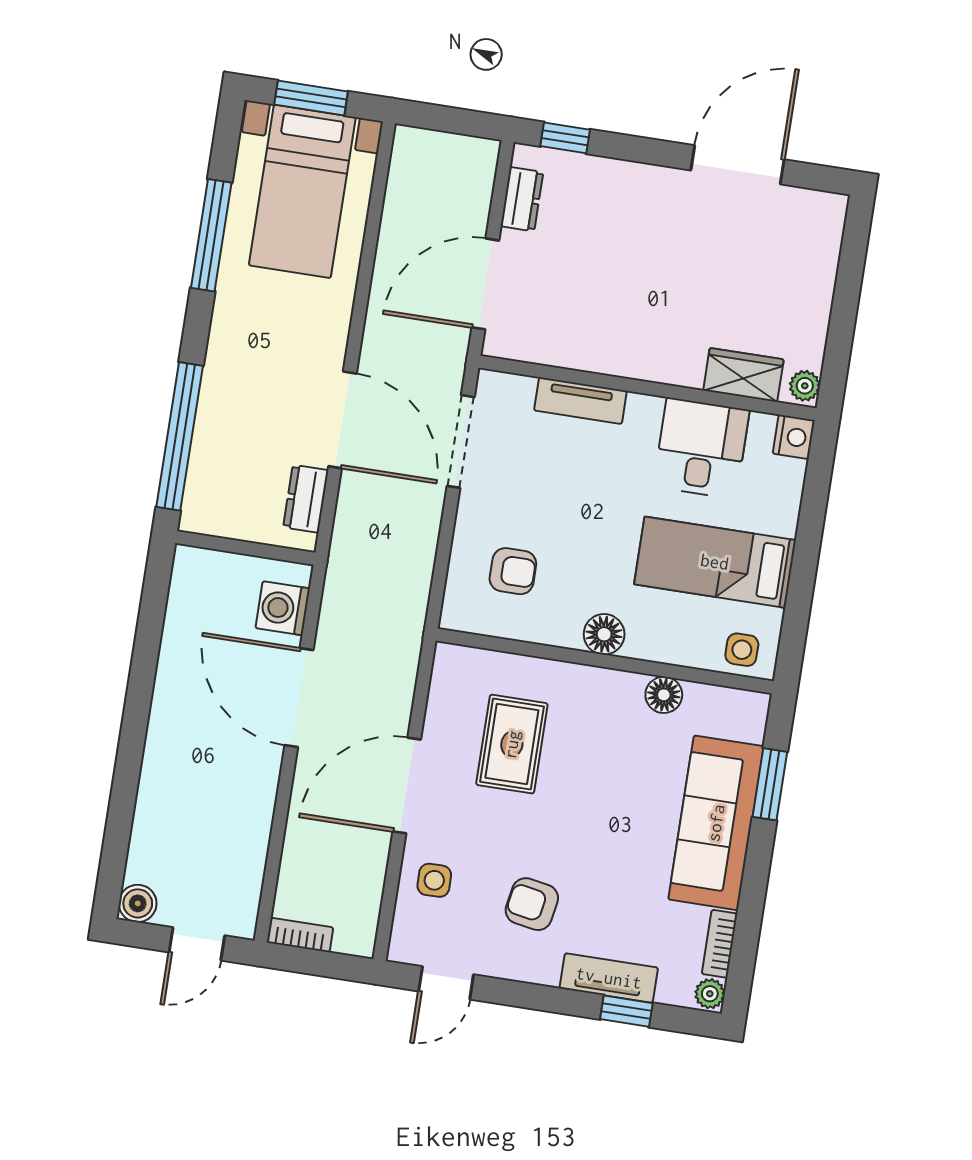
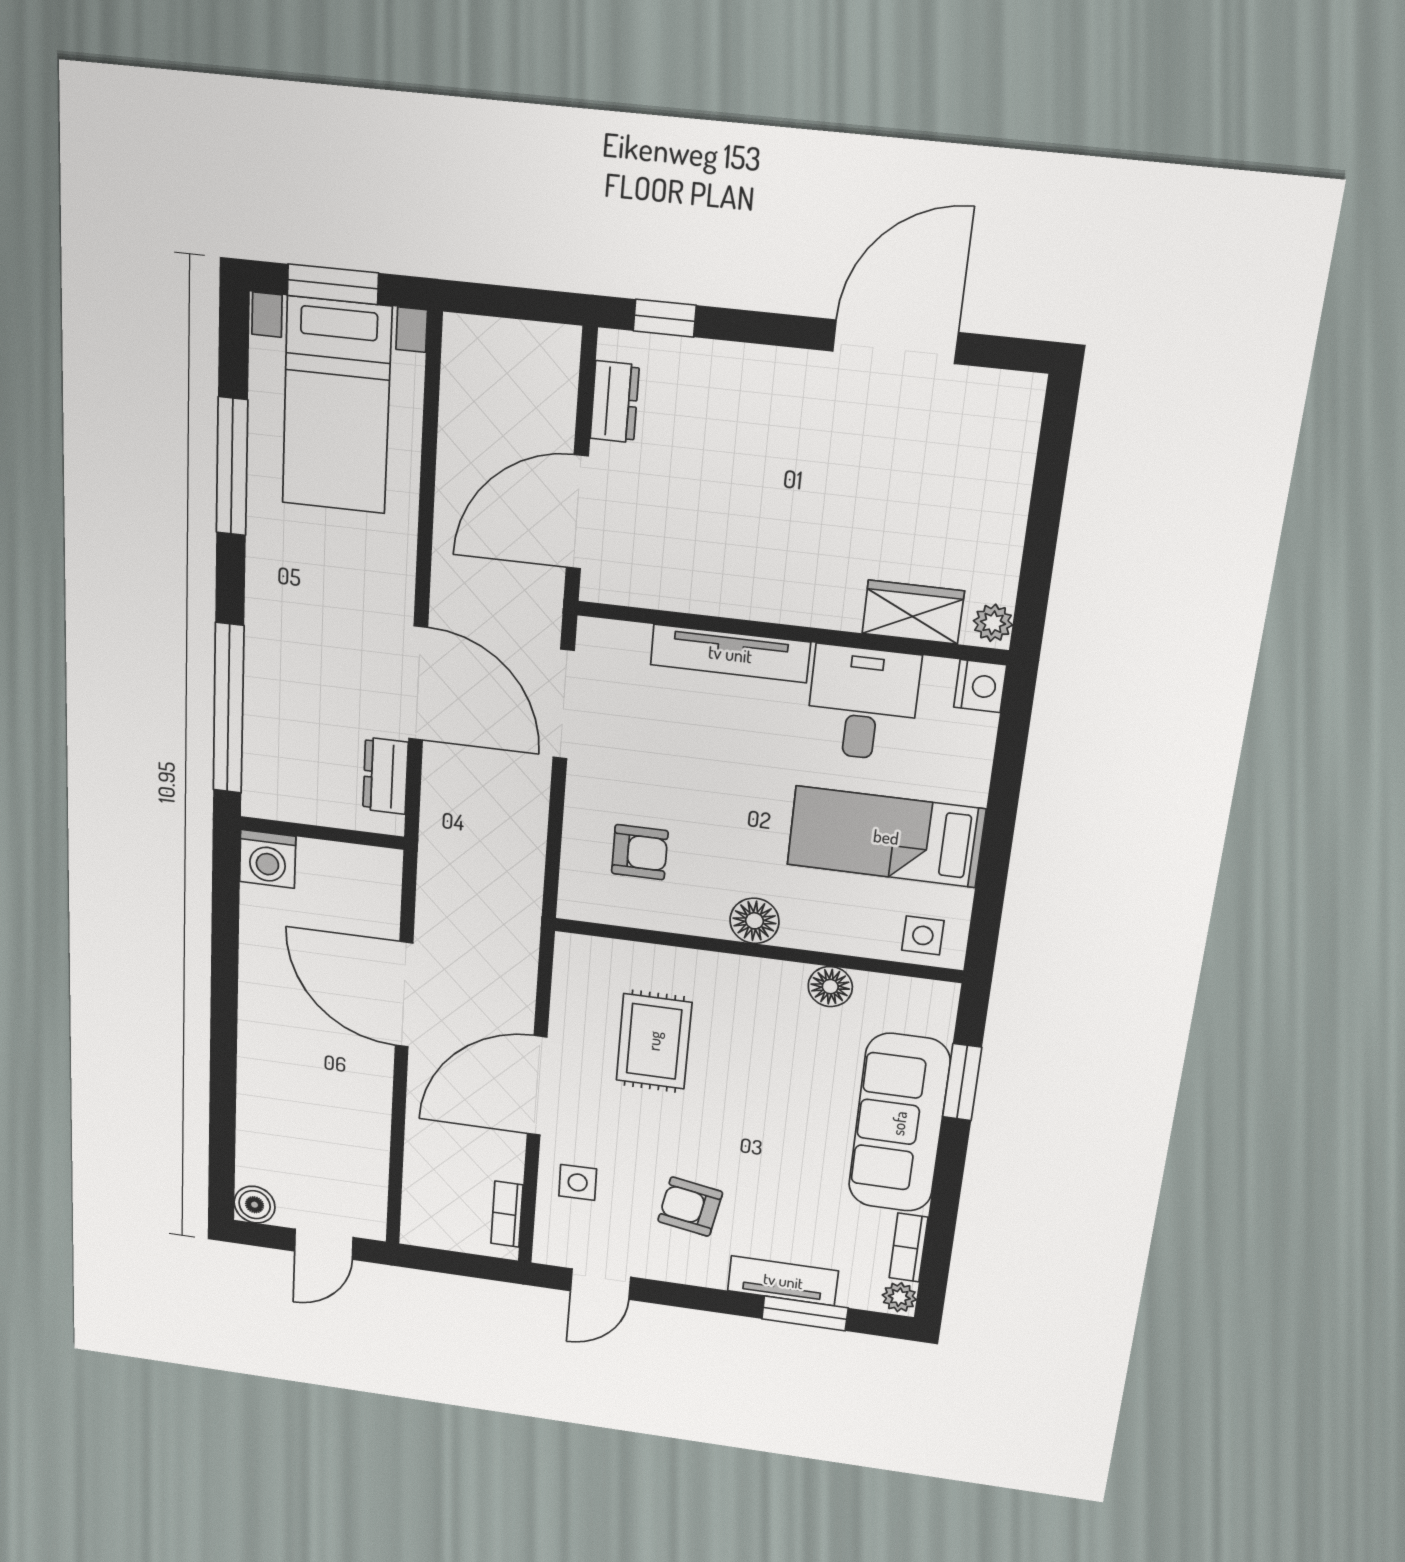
tv unit: (580, 401) -> (730, 654), width x1.41
washing machine: (283, 608) -> (268, 859), moved, turned -90
bookcase: (300, 935) -> (507, 1214), moved, turned -90
window: (626, 1011) -> (805, 1313), width x1.50

